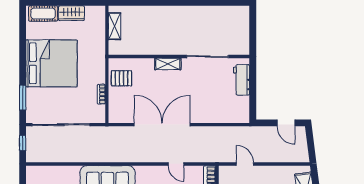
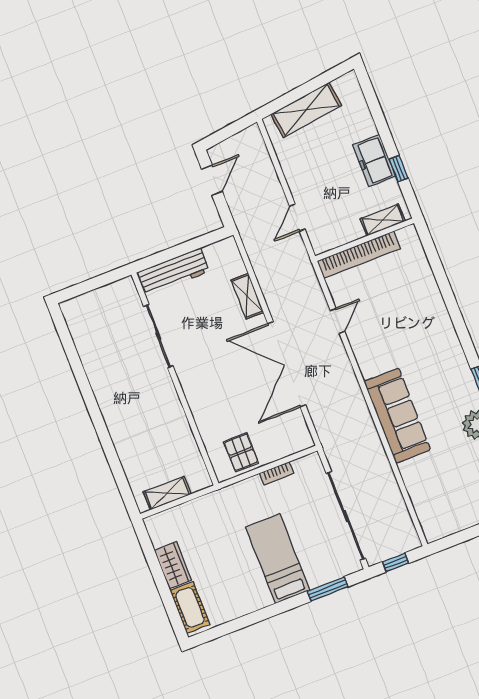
bed: (52, 63) -> (278, 559), width x0.49
shelving: (168, 64) -> (247, 296), moved
workbench: (242, 80) -> (173, 272), width x1.38

